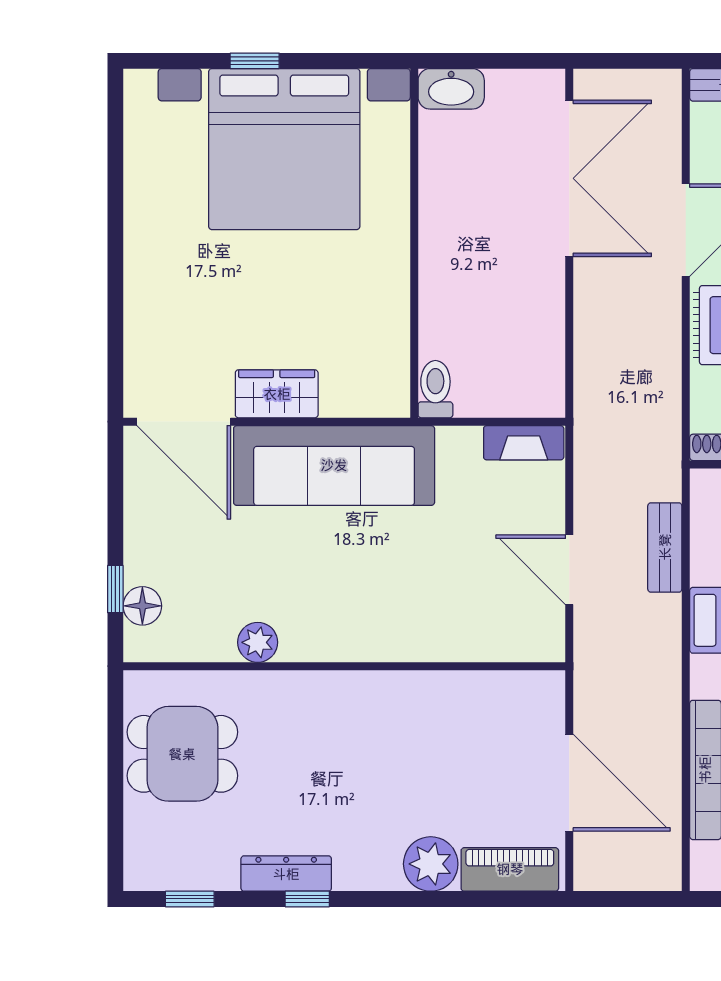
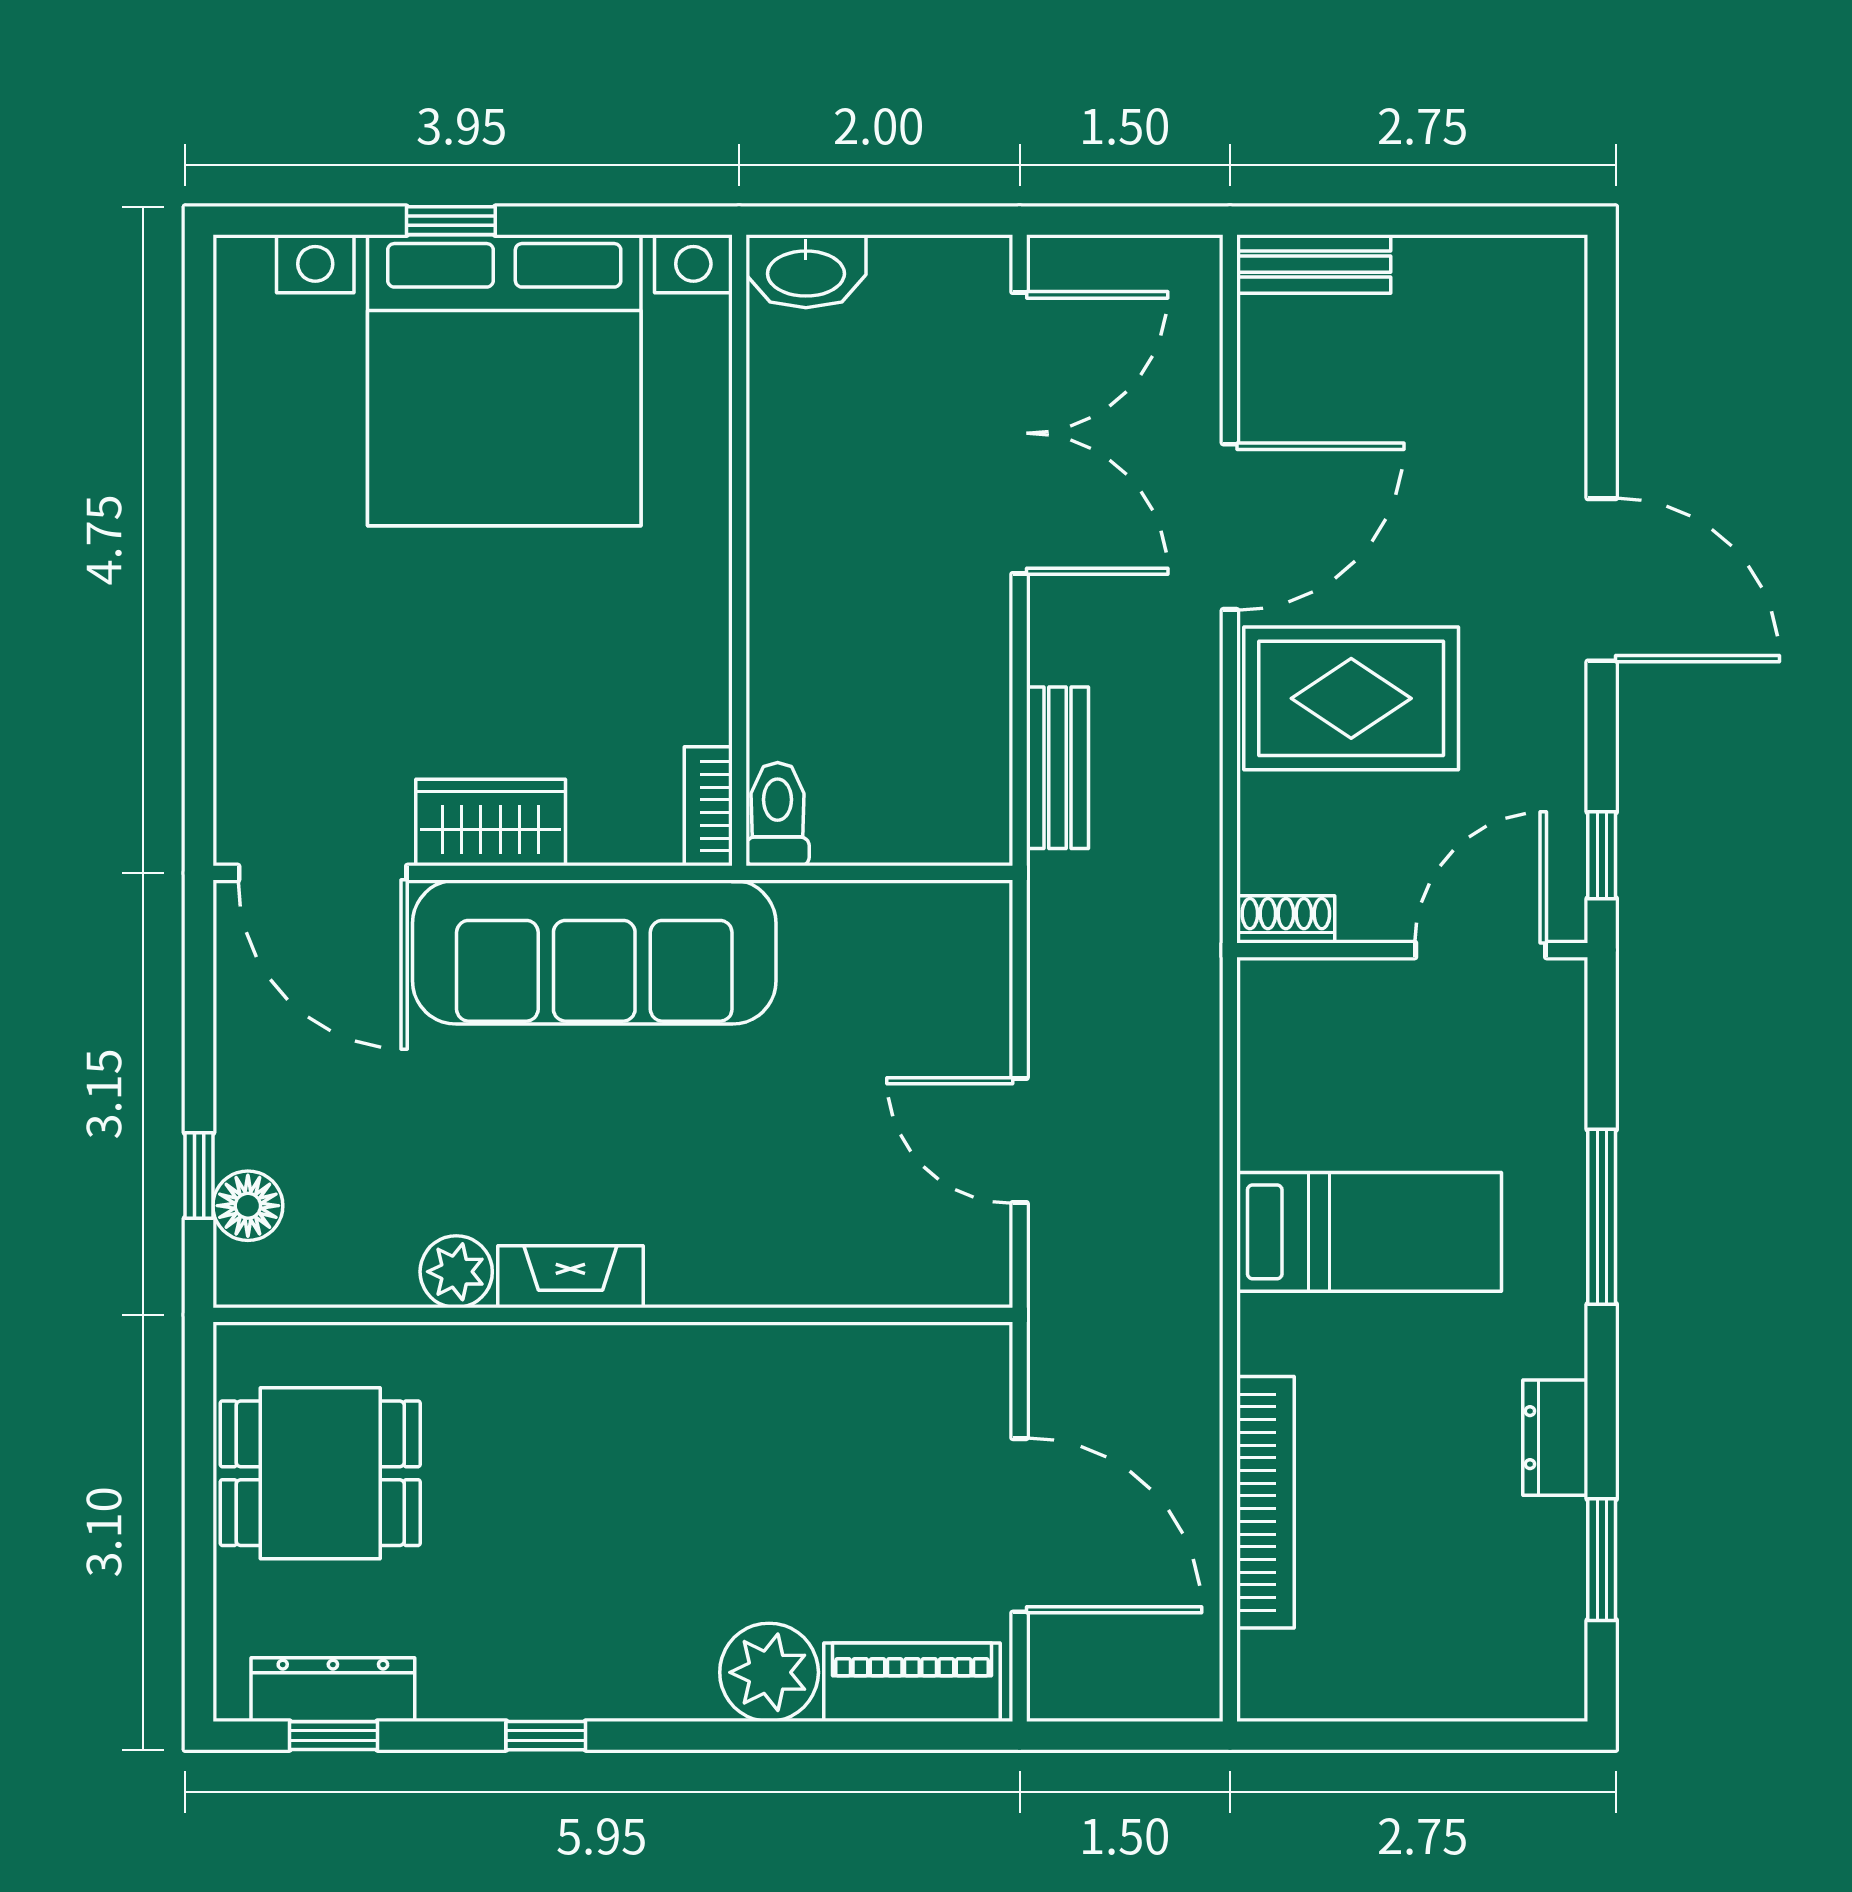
bookcase: (397, 385) -> (708, 806), added
fireplace: (524, 443) -> (570, 1277), moved, turned 180
bench: (665, 547) -> (1057, 768), moved
dresser: (286, 874) -> (333, 1690), moved

